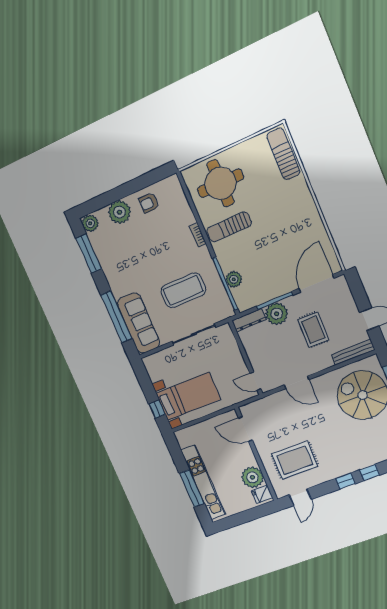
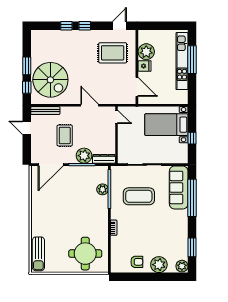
sun lounger: (229, 227) -> (91, 224), removed
window: (89, 253) -> (192, 247), width x0.69
window: (157, 409) -> (192, 138), moved
fridge: (262, 494) -> (145, 66), moved

